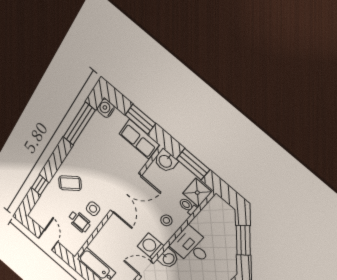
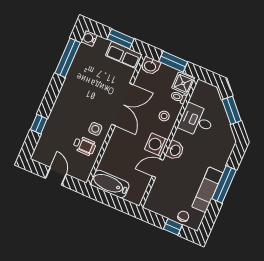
coffee table: (70, 183) -> (69, 112), removed
desk: (191, 247) -> (196, 121), moved

